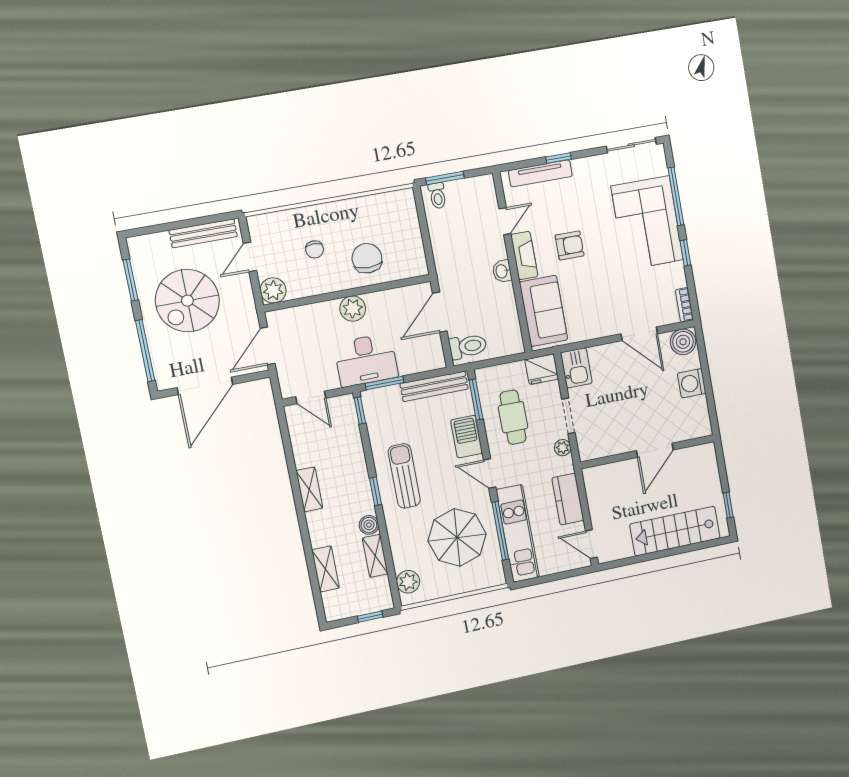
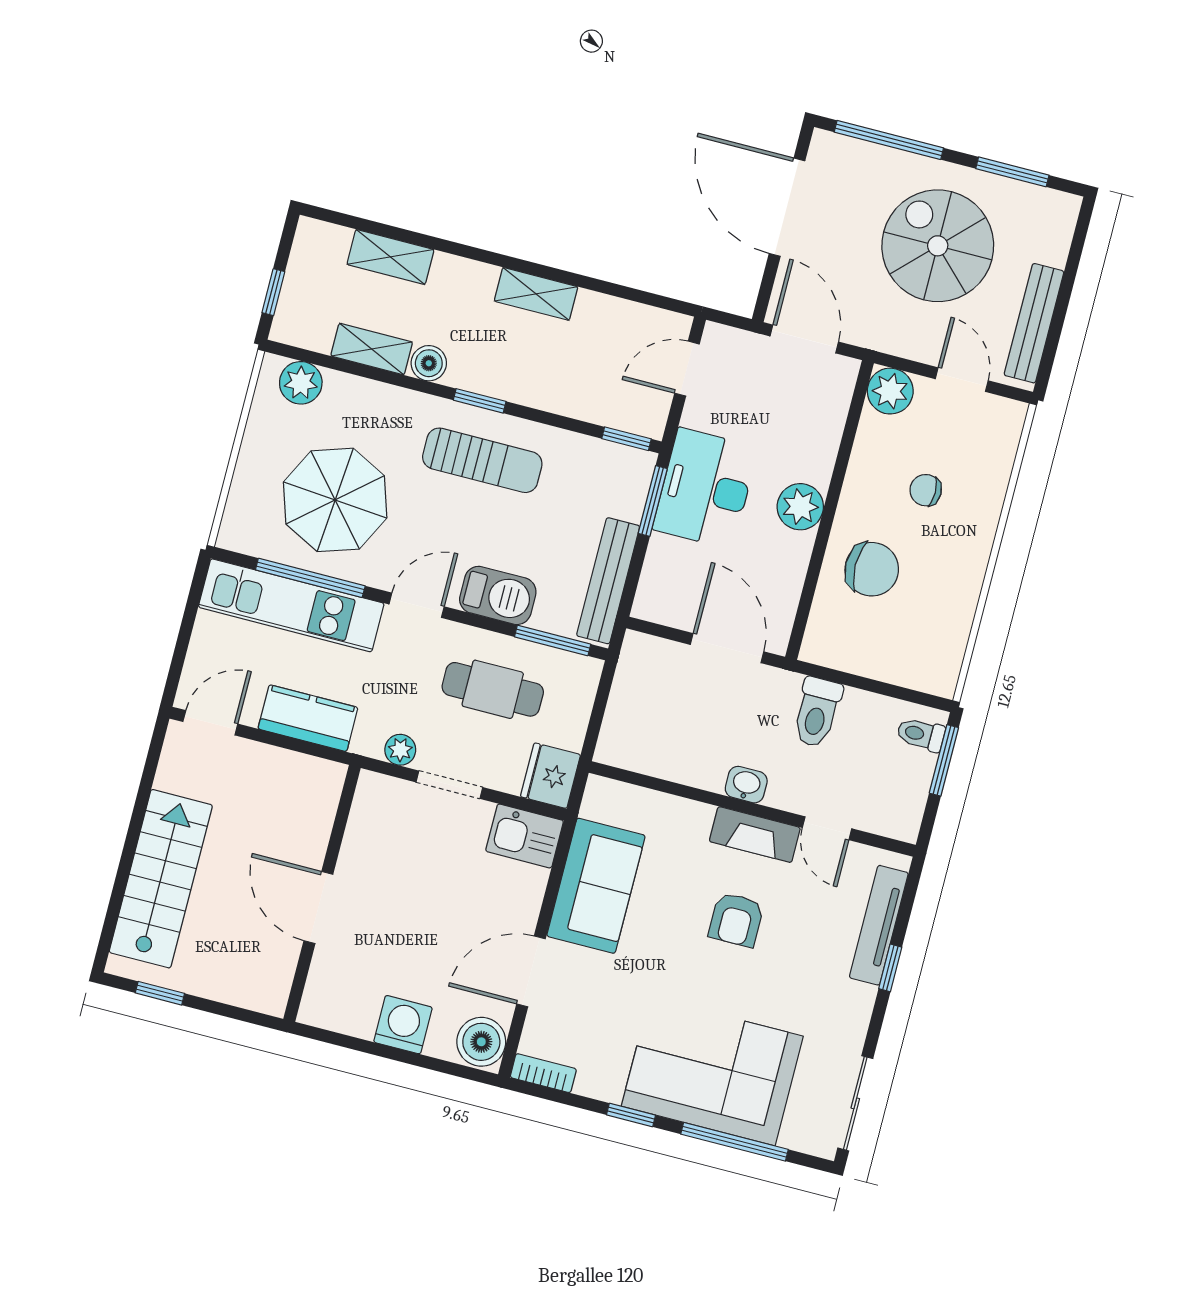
sofa: (544, 311) -> (596, 886), moved, turned -90
toilet: (468, 346) -> (817, 712), moved

